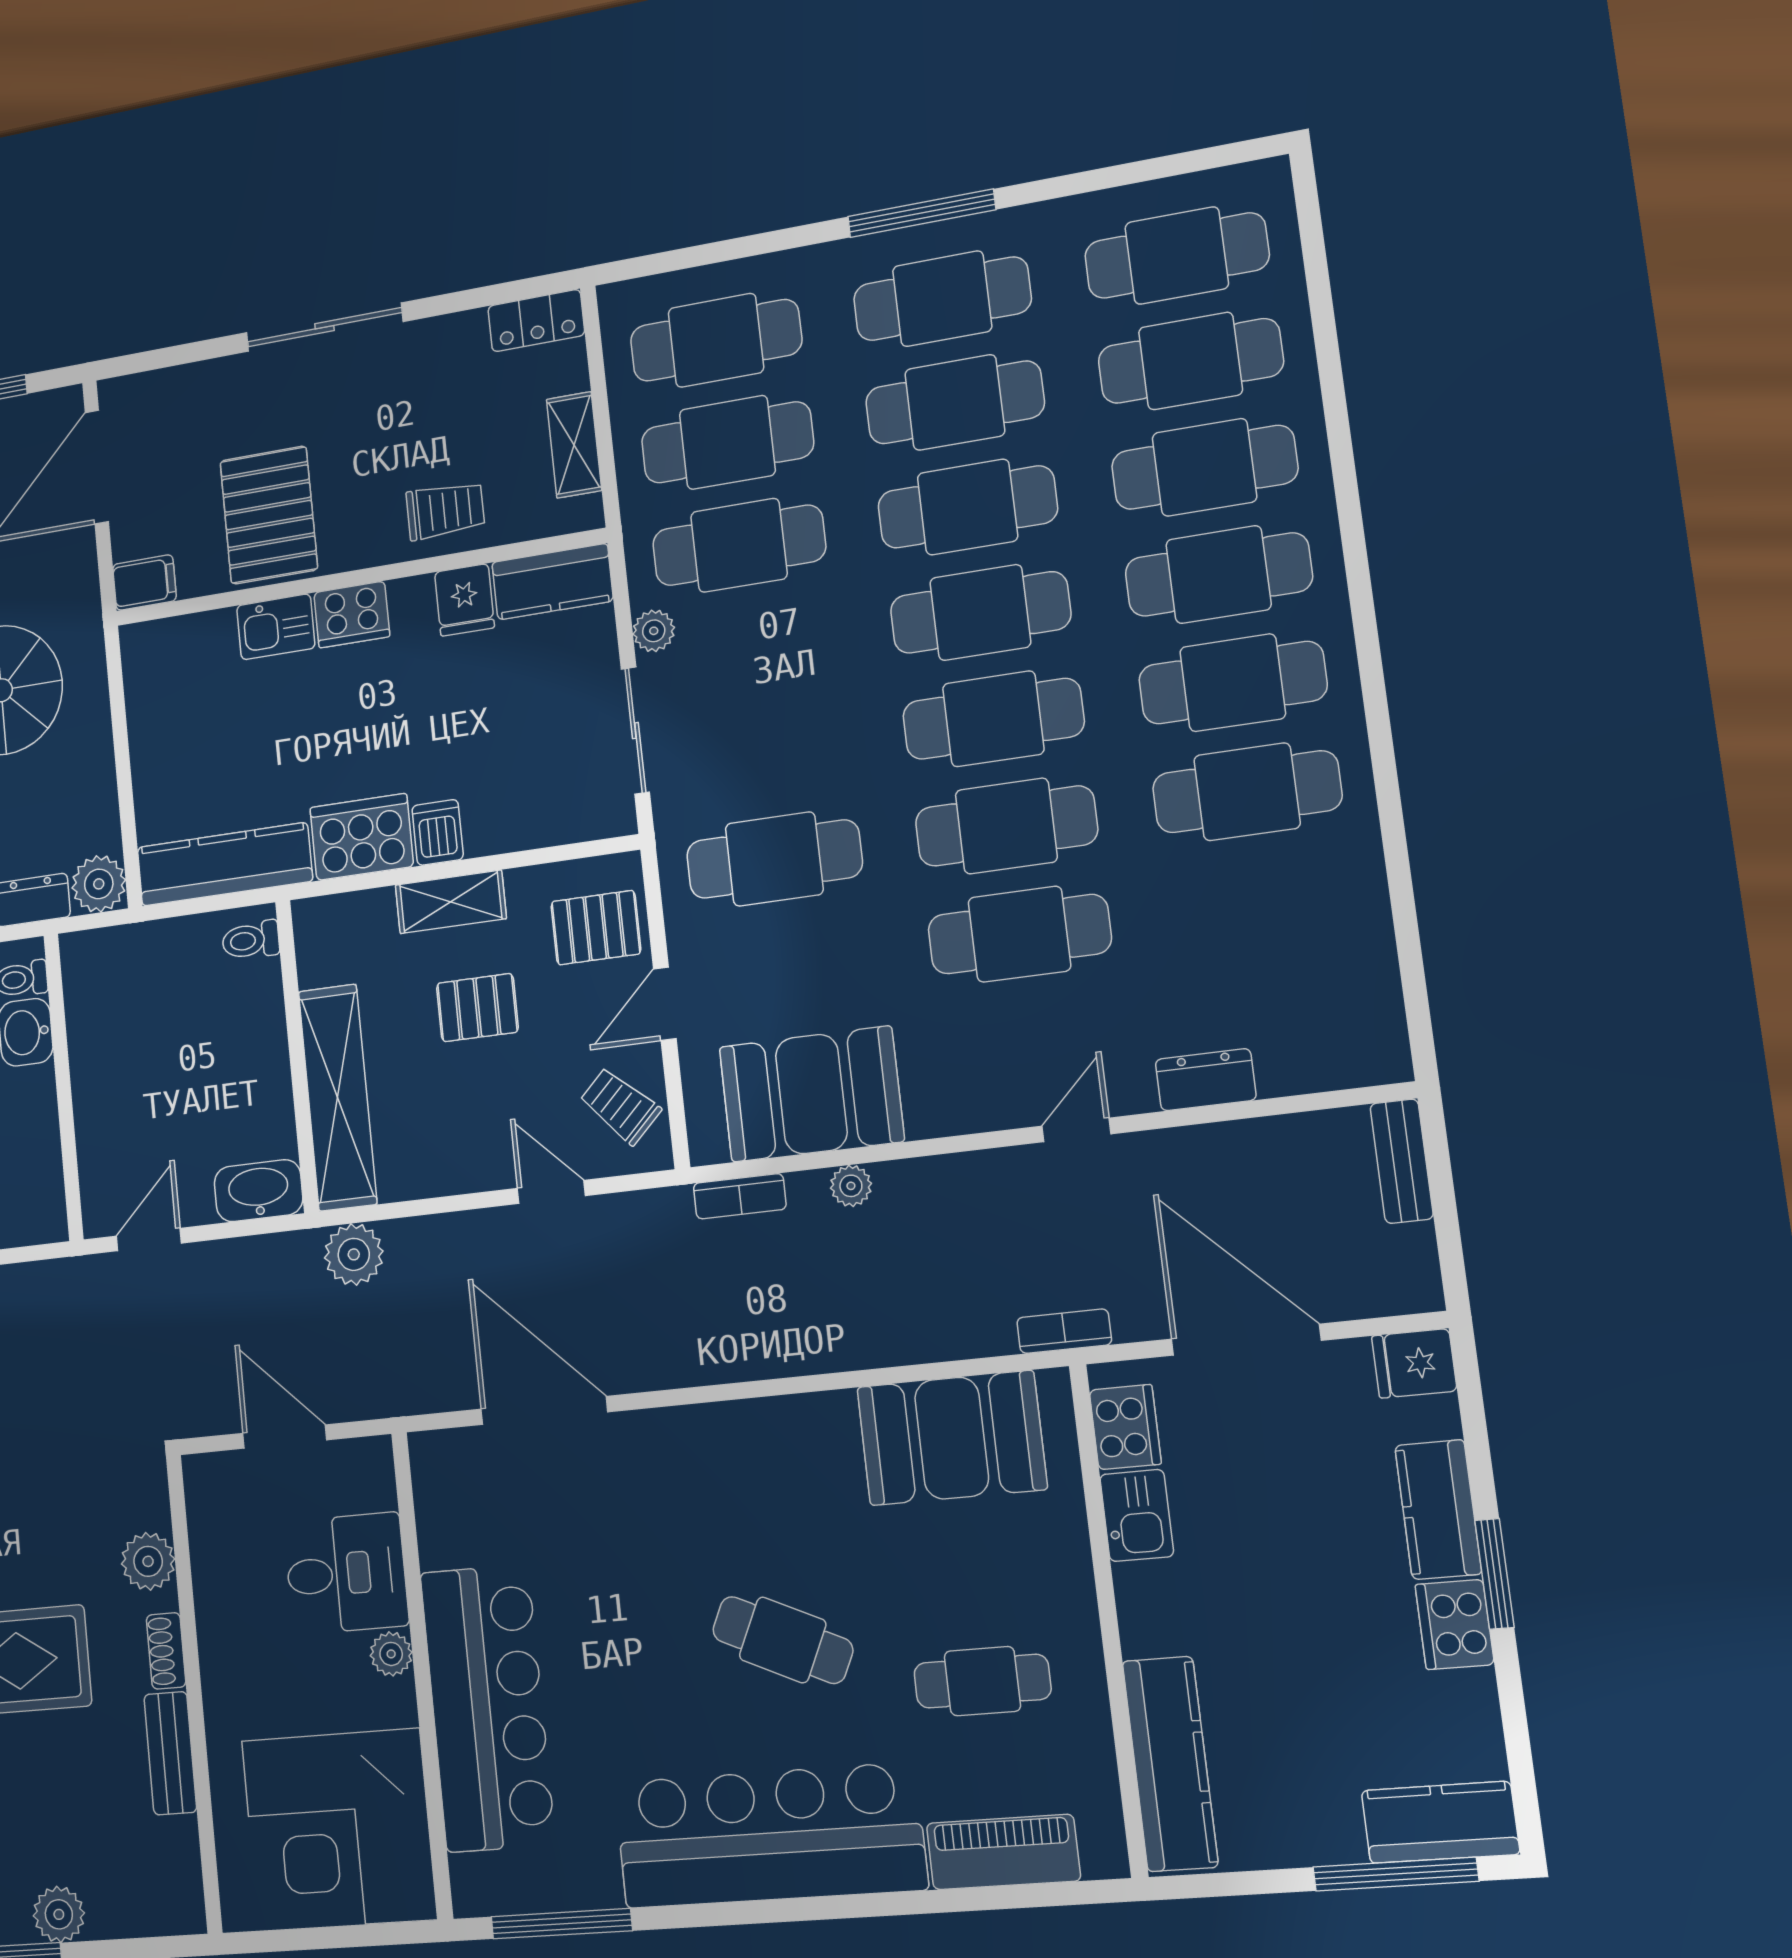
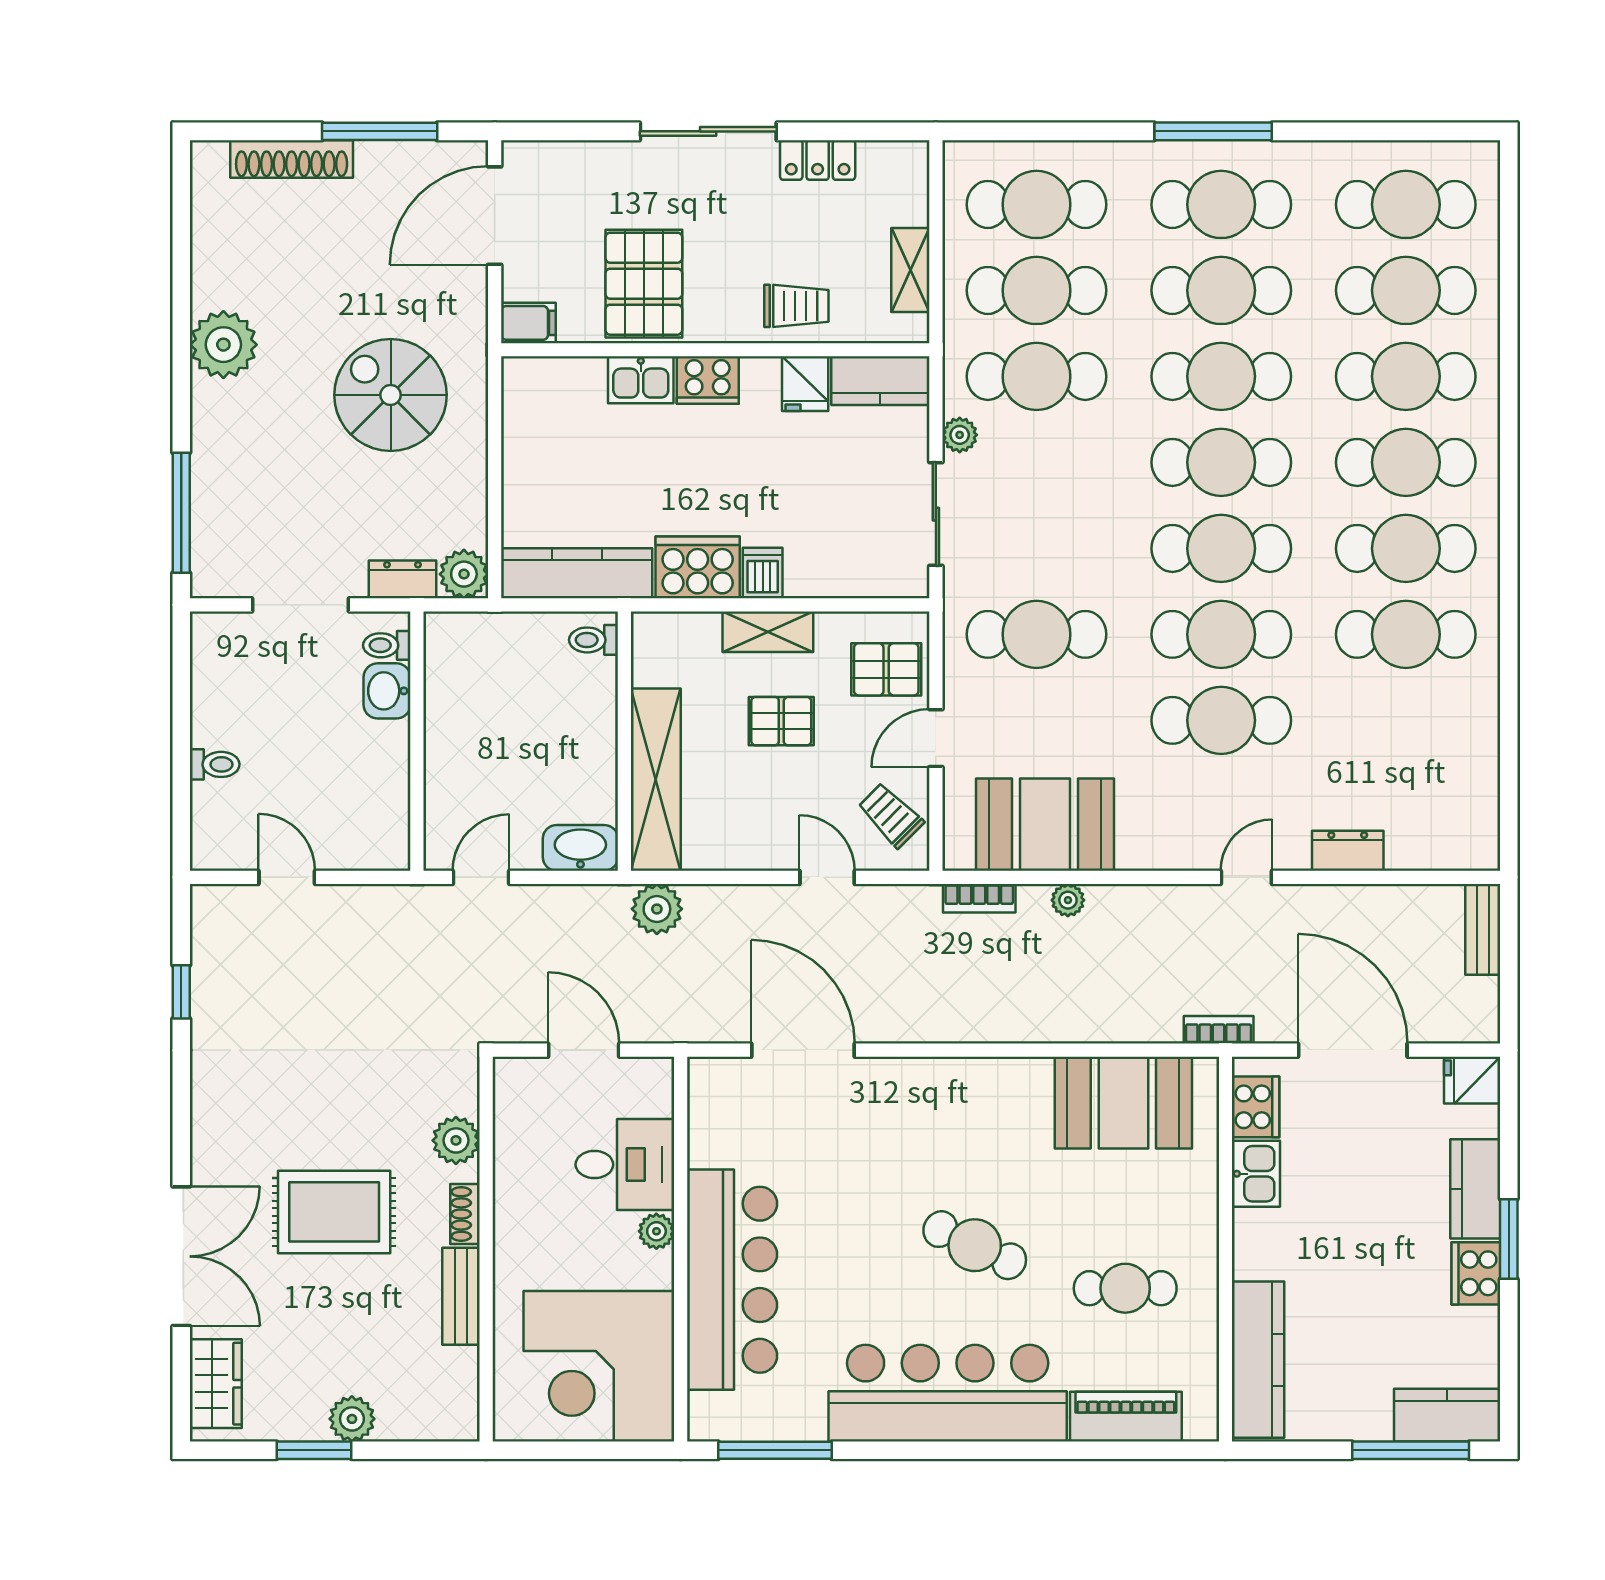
locker: (536, 321) -> (818, 160), moved

